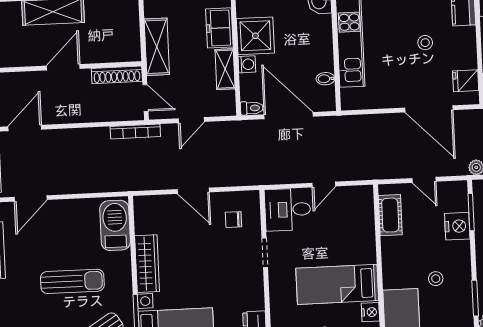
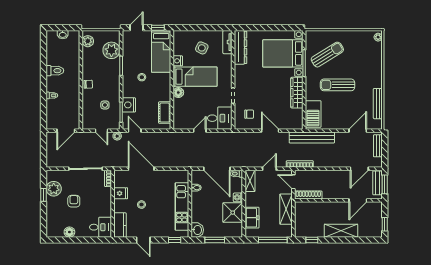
door: (63, 67) -> (358, 200), moved
shelving: (225, 69) -> (250, 181), moved
fridge: (466, 81) -> (121, 193), moved
door: (424, 180) -> (135, 131), moved
bench: (115, 182) -> (312, 138), added
floor lamp: (367, 253) -> (178, 92), added

